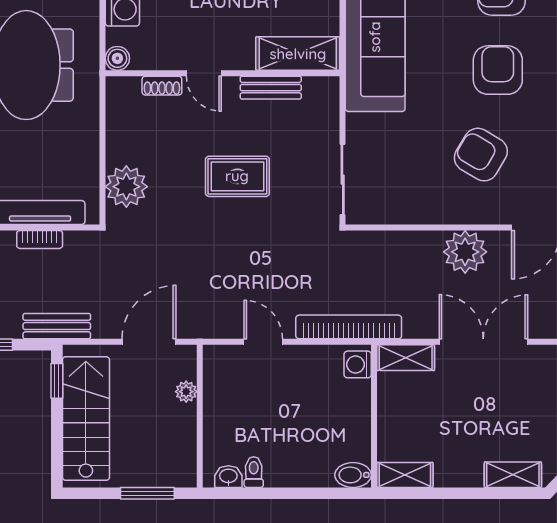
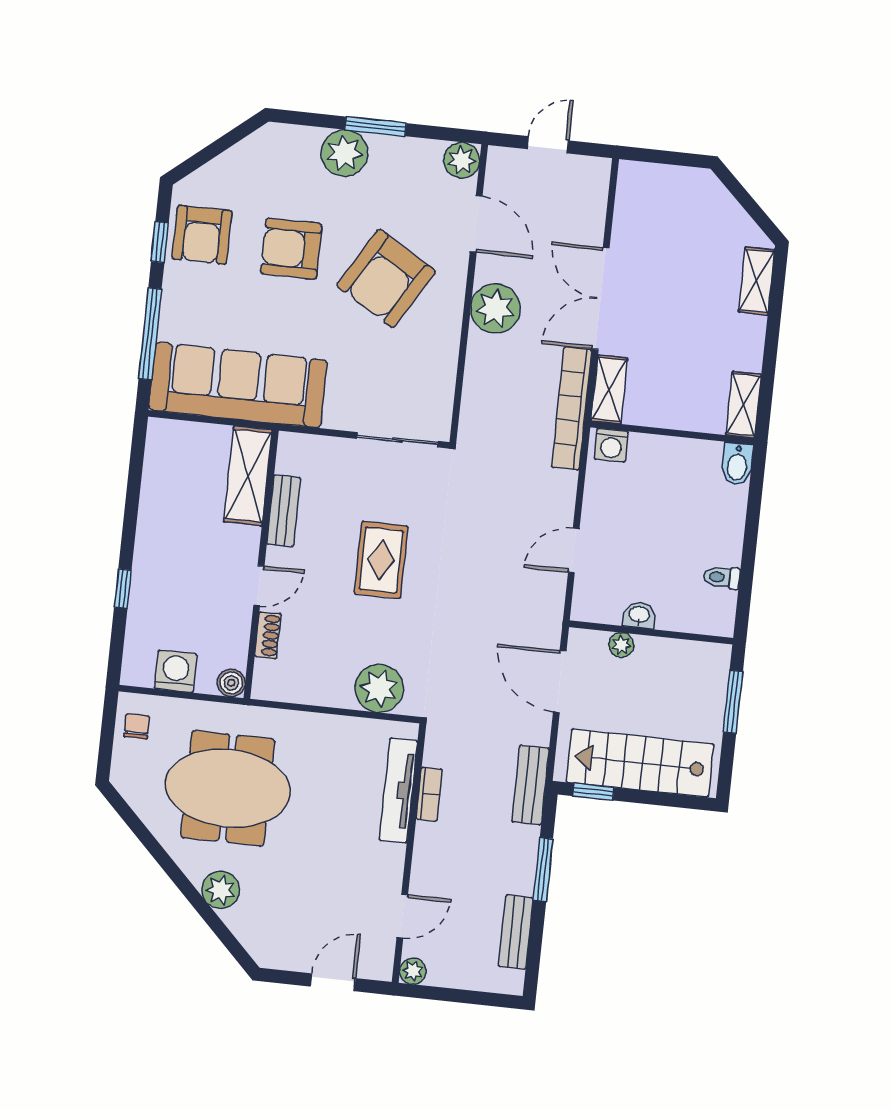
armchair: (481, 155) -> (386, 278), width x1.36, depth x1.36
bookcase: (349, 327) -> (572, 408), moved
washbasin: (228, 477) -> (639, 615), moved, turned 90

